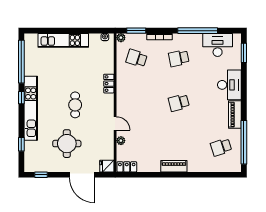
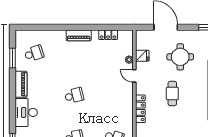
locker: (109, 84) -> (140, 109), width x1.53
window: (244, 142) -> (12, 58), width x0.47
fridge: (107, 166) -> (142, 56), moved
locker: (127, 167) -> (108, 35), moved

